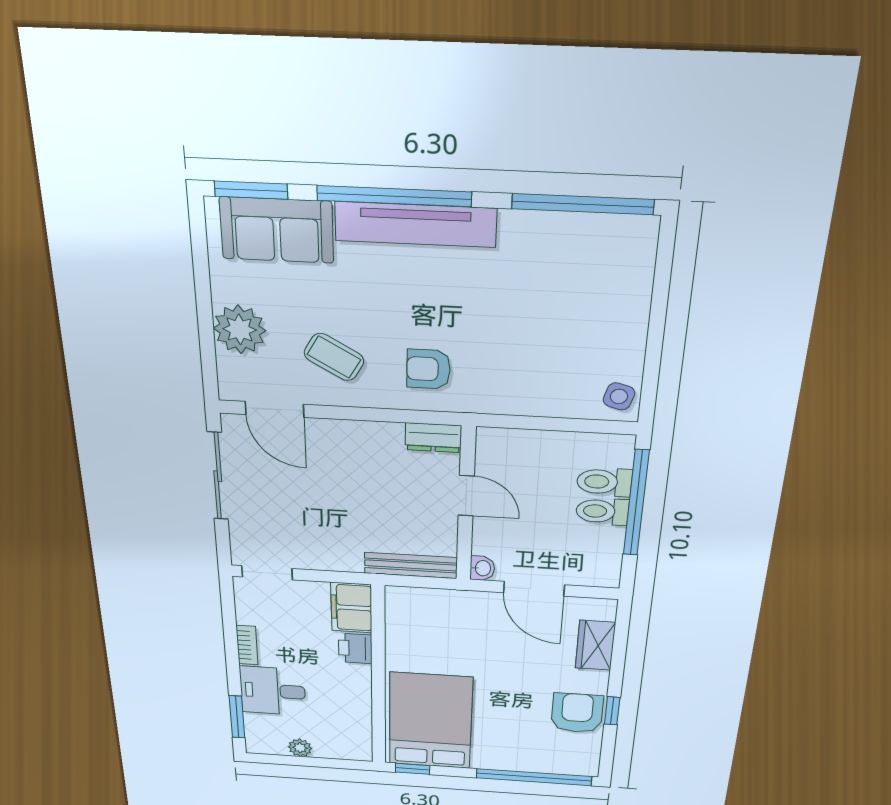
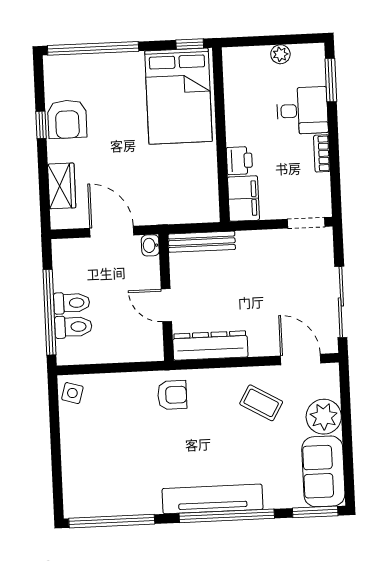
sofa: (277, 230) -> (323, 471), moved, turned -90
armchair: (428, 369) -> (172, 395), moved
dresser: (433, 438) -> (210, 345), width x1.96, depth x1.24

